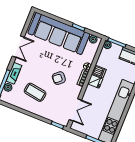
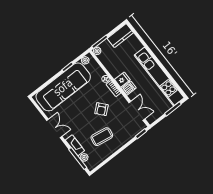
dishwasher: (99, 71) -> (129, 88), moved

